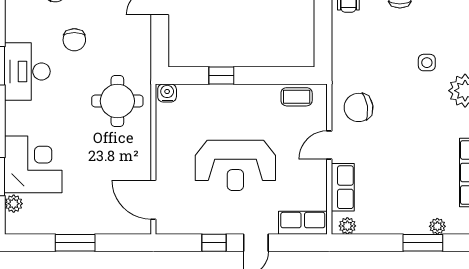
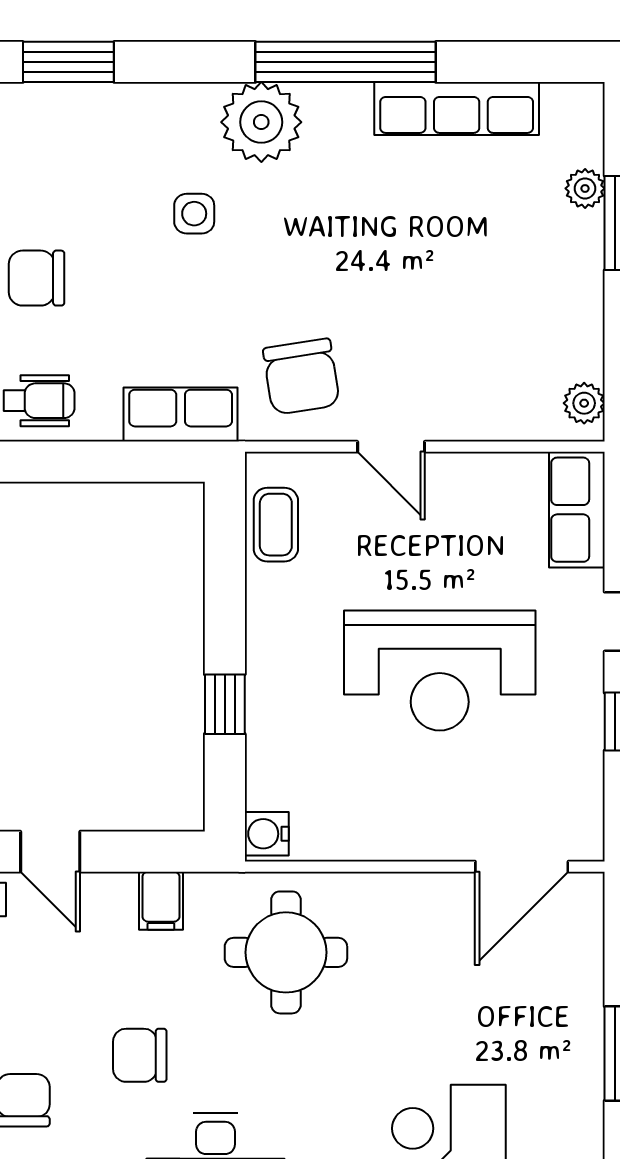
chair: (74, 40) -> (140, 1055), turned 180
filing cabinet: (139, 49) -> (161, 901), added
reception desk: (235, 165) -> (440, 671), turned 90
row of seats: (343, 187) -> (181, 415), moved

